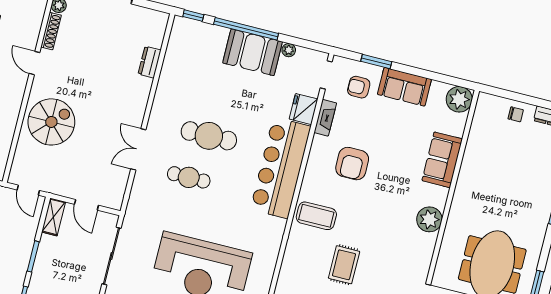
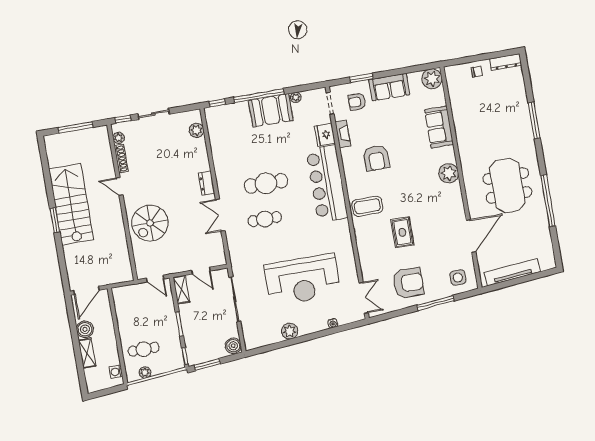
plant: (155, 37) -> (197, 130), added
dresser: (150, 62) -> (207, 183), moved
spiral stairs: (51, 122) -> (150, 223), turned 180

